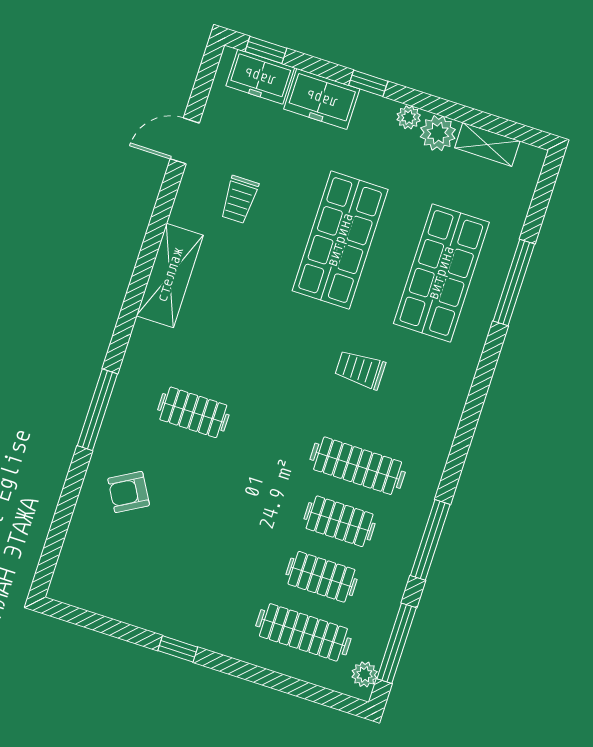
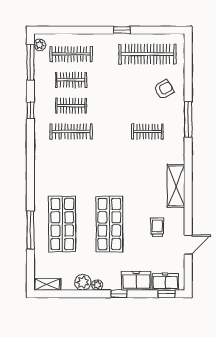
shelving: (487, 144) -> (47, 284), moved
trolley: (360, 370) -> (83, 172), removed
window: (430, 540) -> (30, 110), width x0.46
clothes rail: (139, 579) -> (147, 54), added

